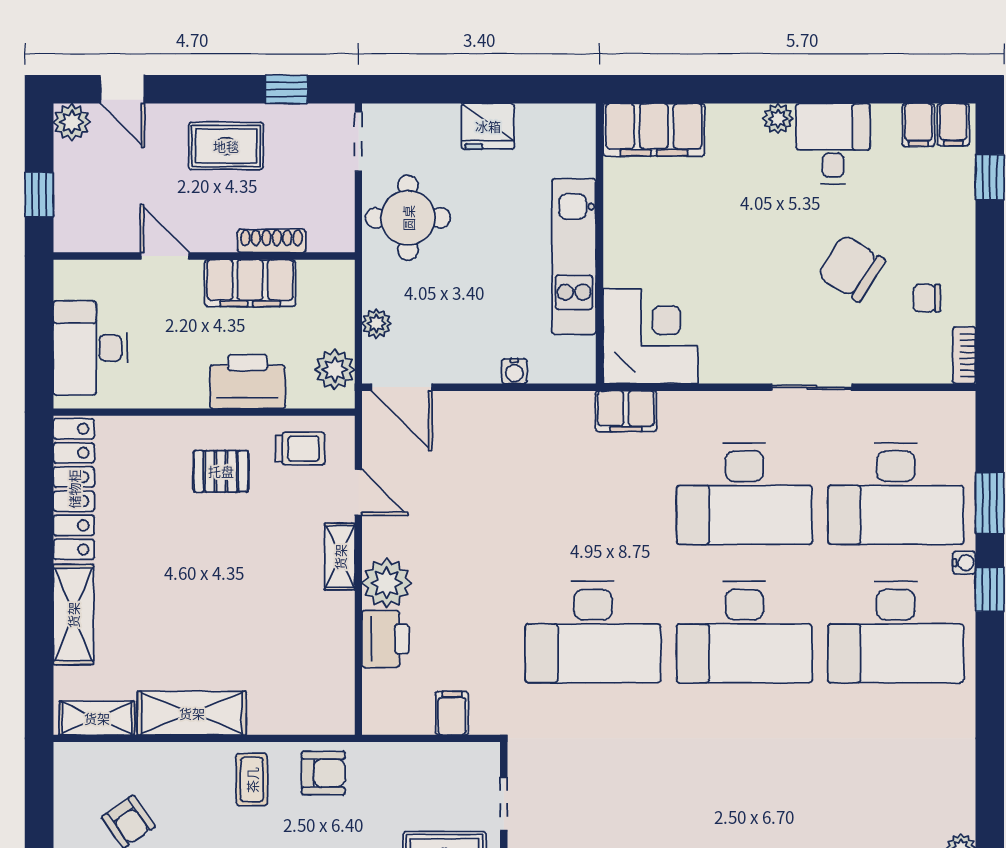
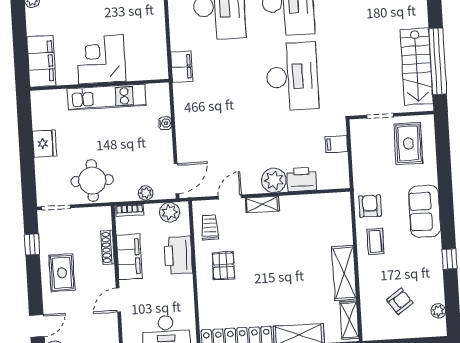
bookcase: (344, 290) -> (130, 210), added
corner desk: (650, 336) -> (101, 59), moved
coffee table: (252, 780) -> (375, 241), turned 90

